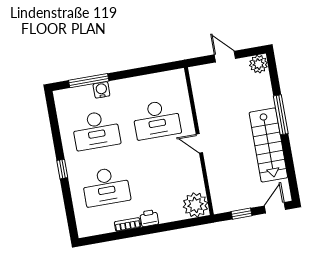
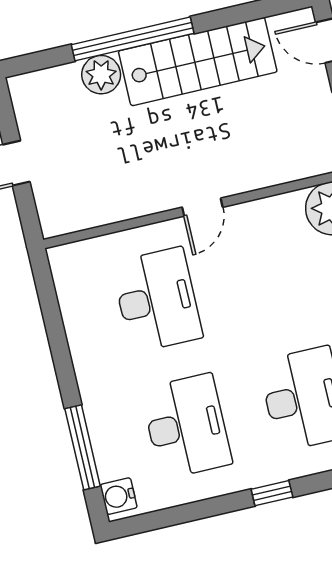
plant: (258, 64) -> (101, 75), moved
water cooler: (101, 90) -> (119, 496), moved
window: (281, 115) -> (133, 39), width x1.46

